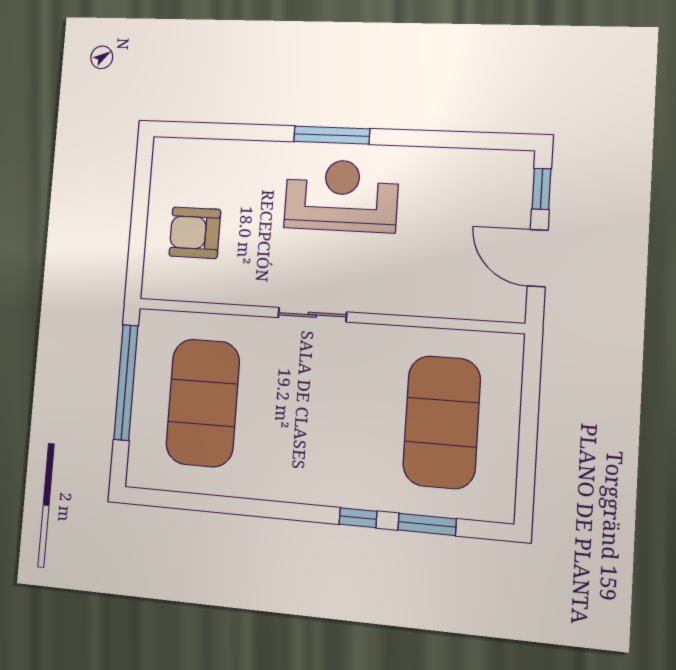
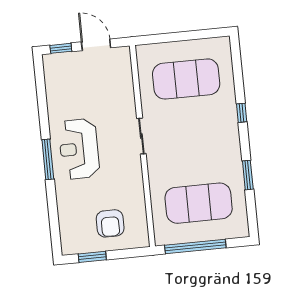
window: (142, 191) -> (92, 257), added
door: (538, 258) -> (96, 45), swing flipped
sliding door: (312, 315) -> (141, 136), moved
window: (427, 524) -> (248, 175), moved

